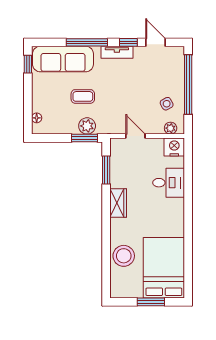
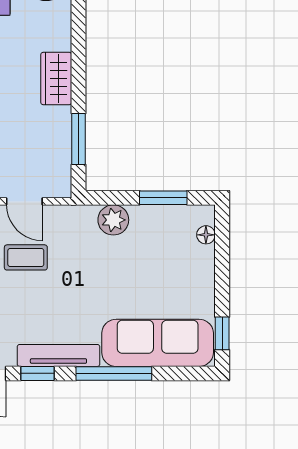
tv unit: (117, 52) -> (58, 355), width x1.41
coffee table: (83, 96) -> (26, 257), moved
window: (85, 138) -> (163, 198), moved

